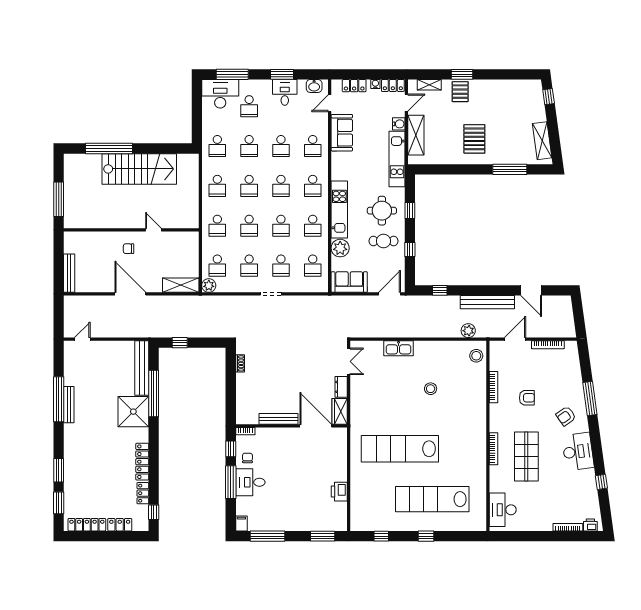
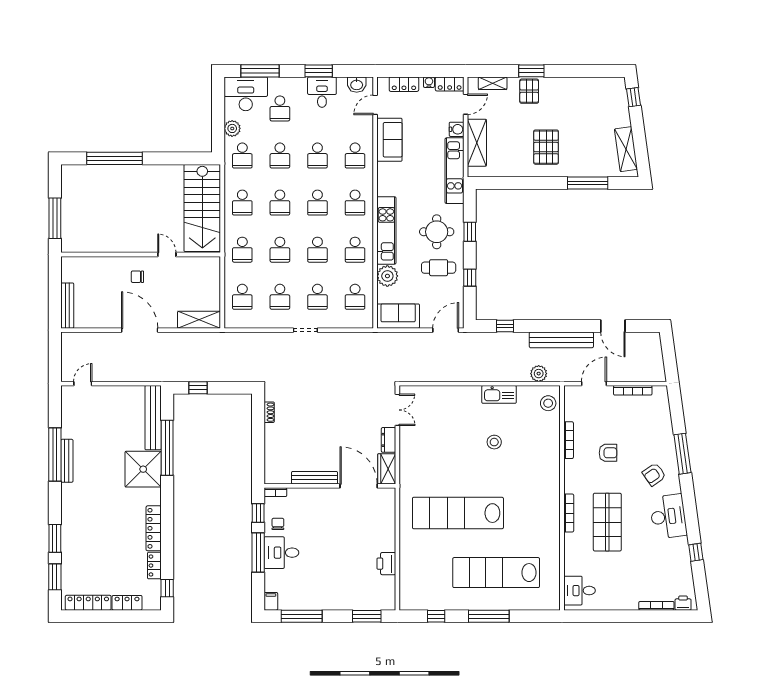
stairs: (139, 169) -> (202, 208), moved, turned 90
plant: (209, 286) -> (232, 128), moved
kitchen sink: (399, 348) -> (499, 394), moved
desk: (503, 510) -> (579, 591), width x0.73
window: (426, 536) -> (489, 616), width x2.17

